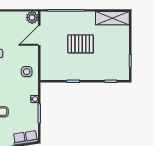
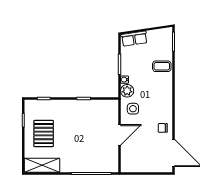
plant: (32, 17) -> (127, 91), moved
door: (39, 36) -> (120, 135), moved
pallet: (80, 44) -> (44, 134), moved, turned 90

